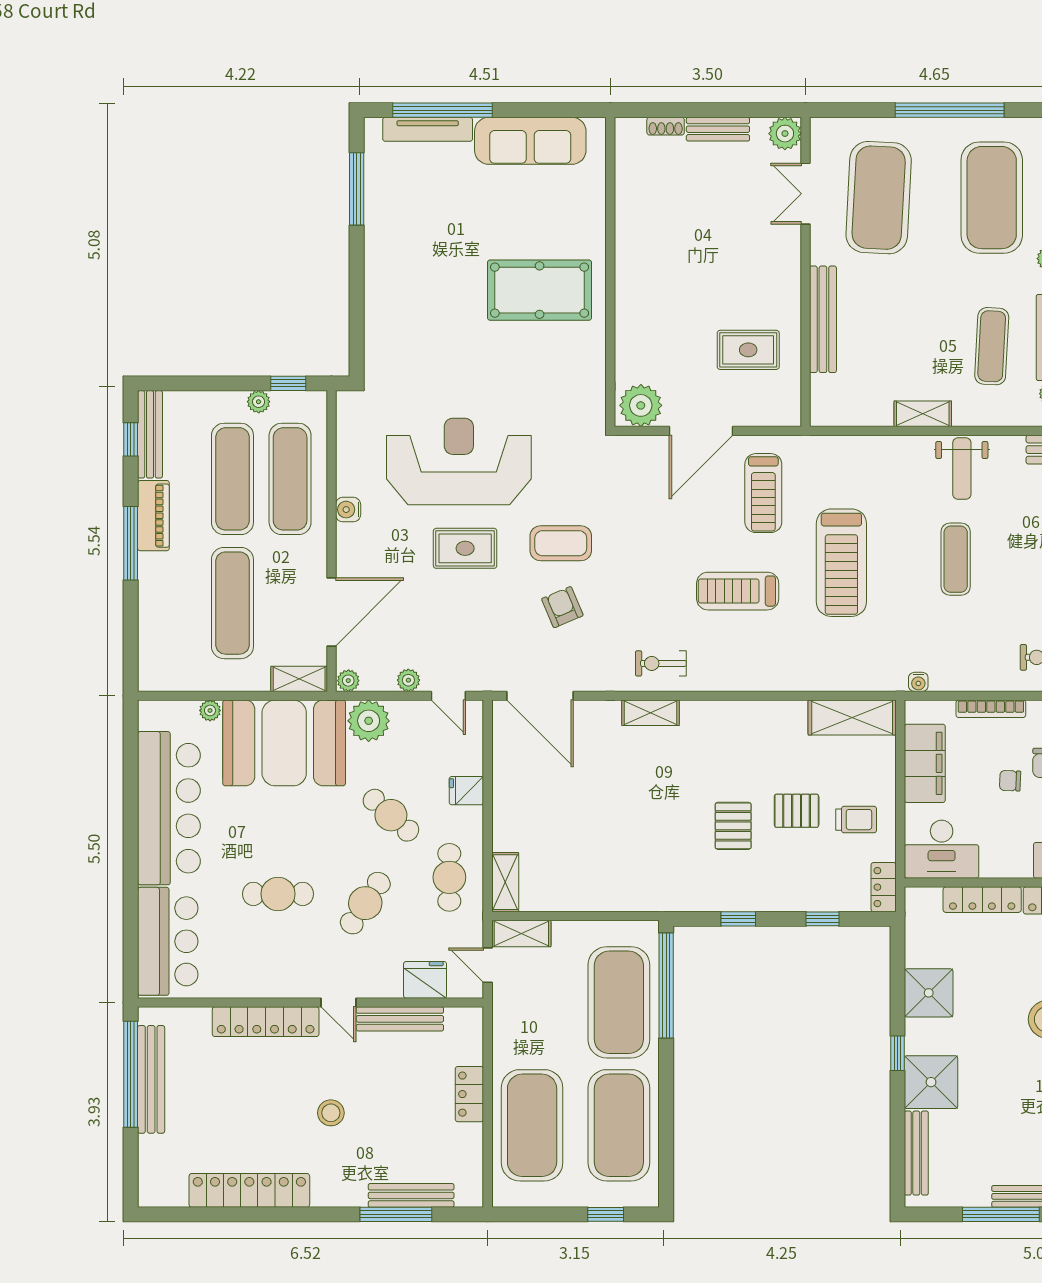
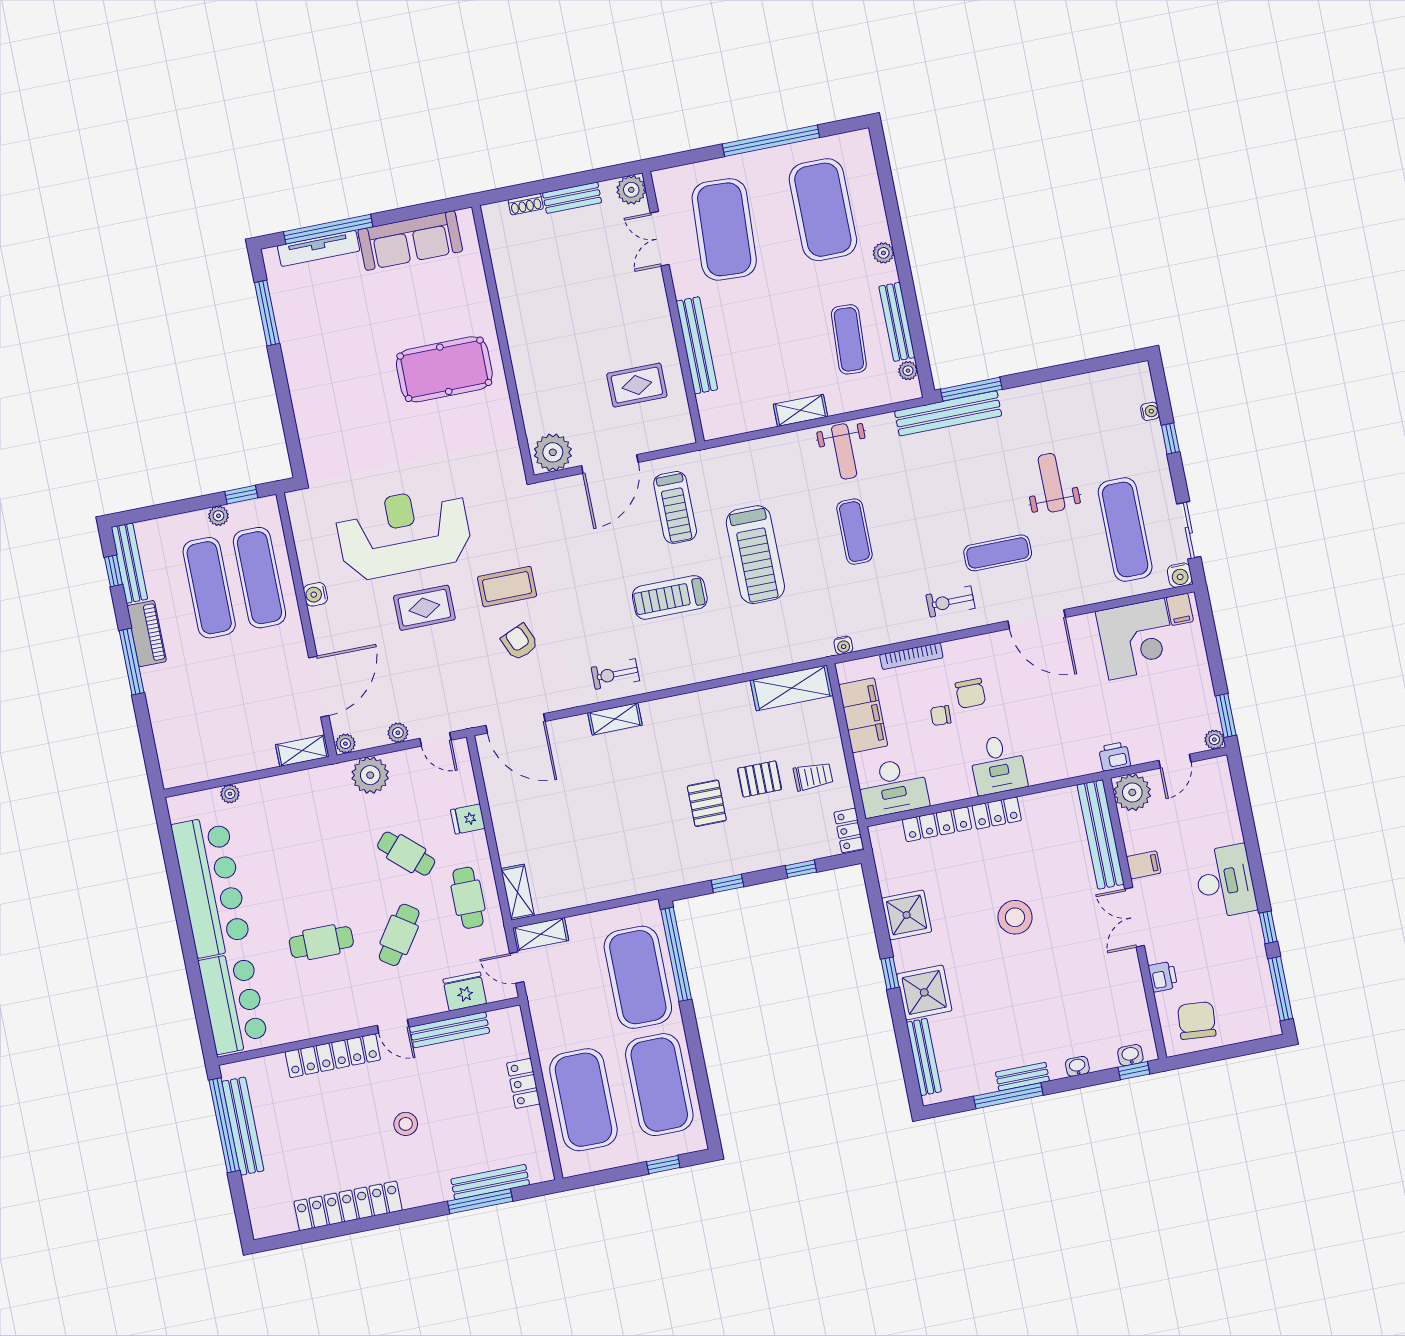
exercise mat: (232, 603) -> (231, 696), removed
booth: (284, 743) -> (300, 809), removed

